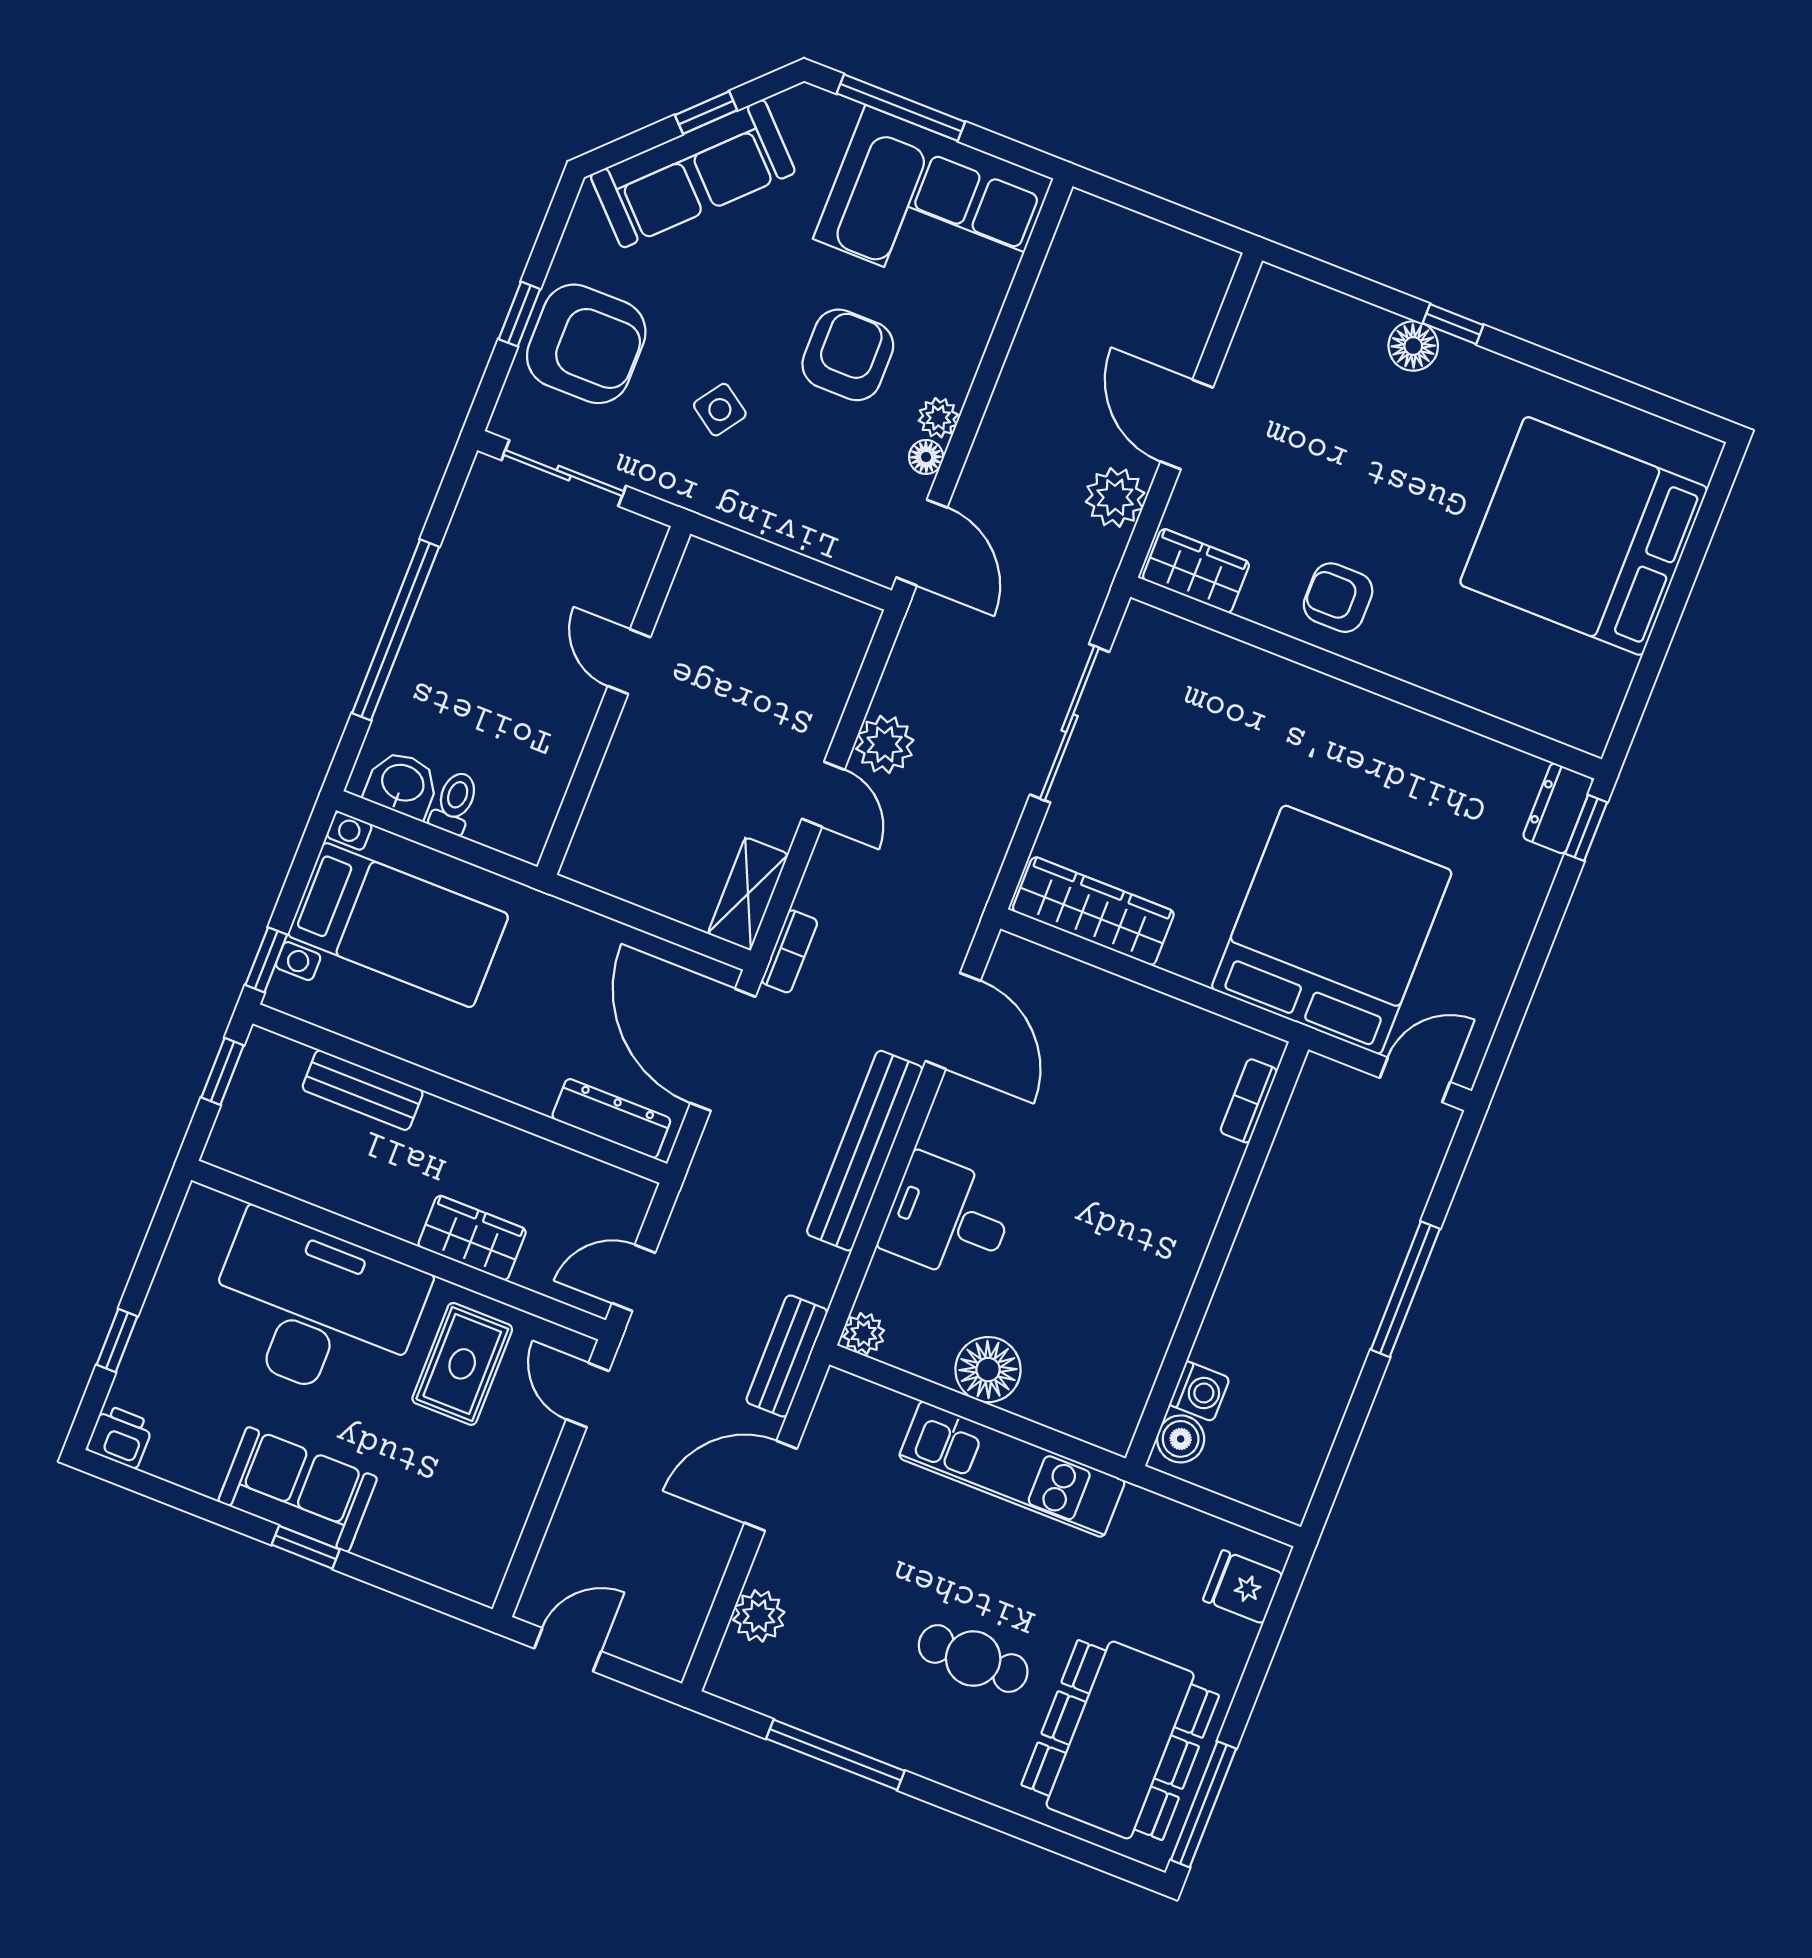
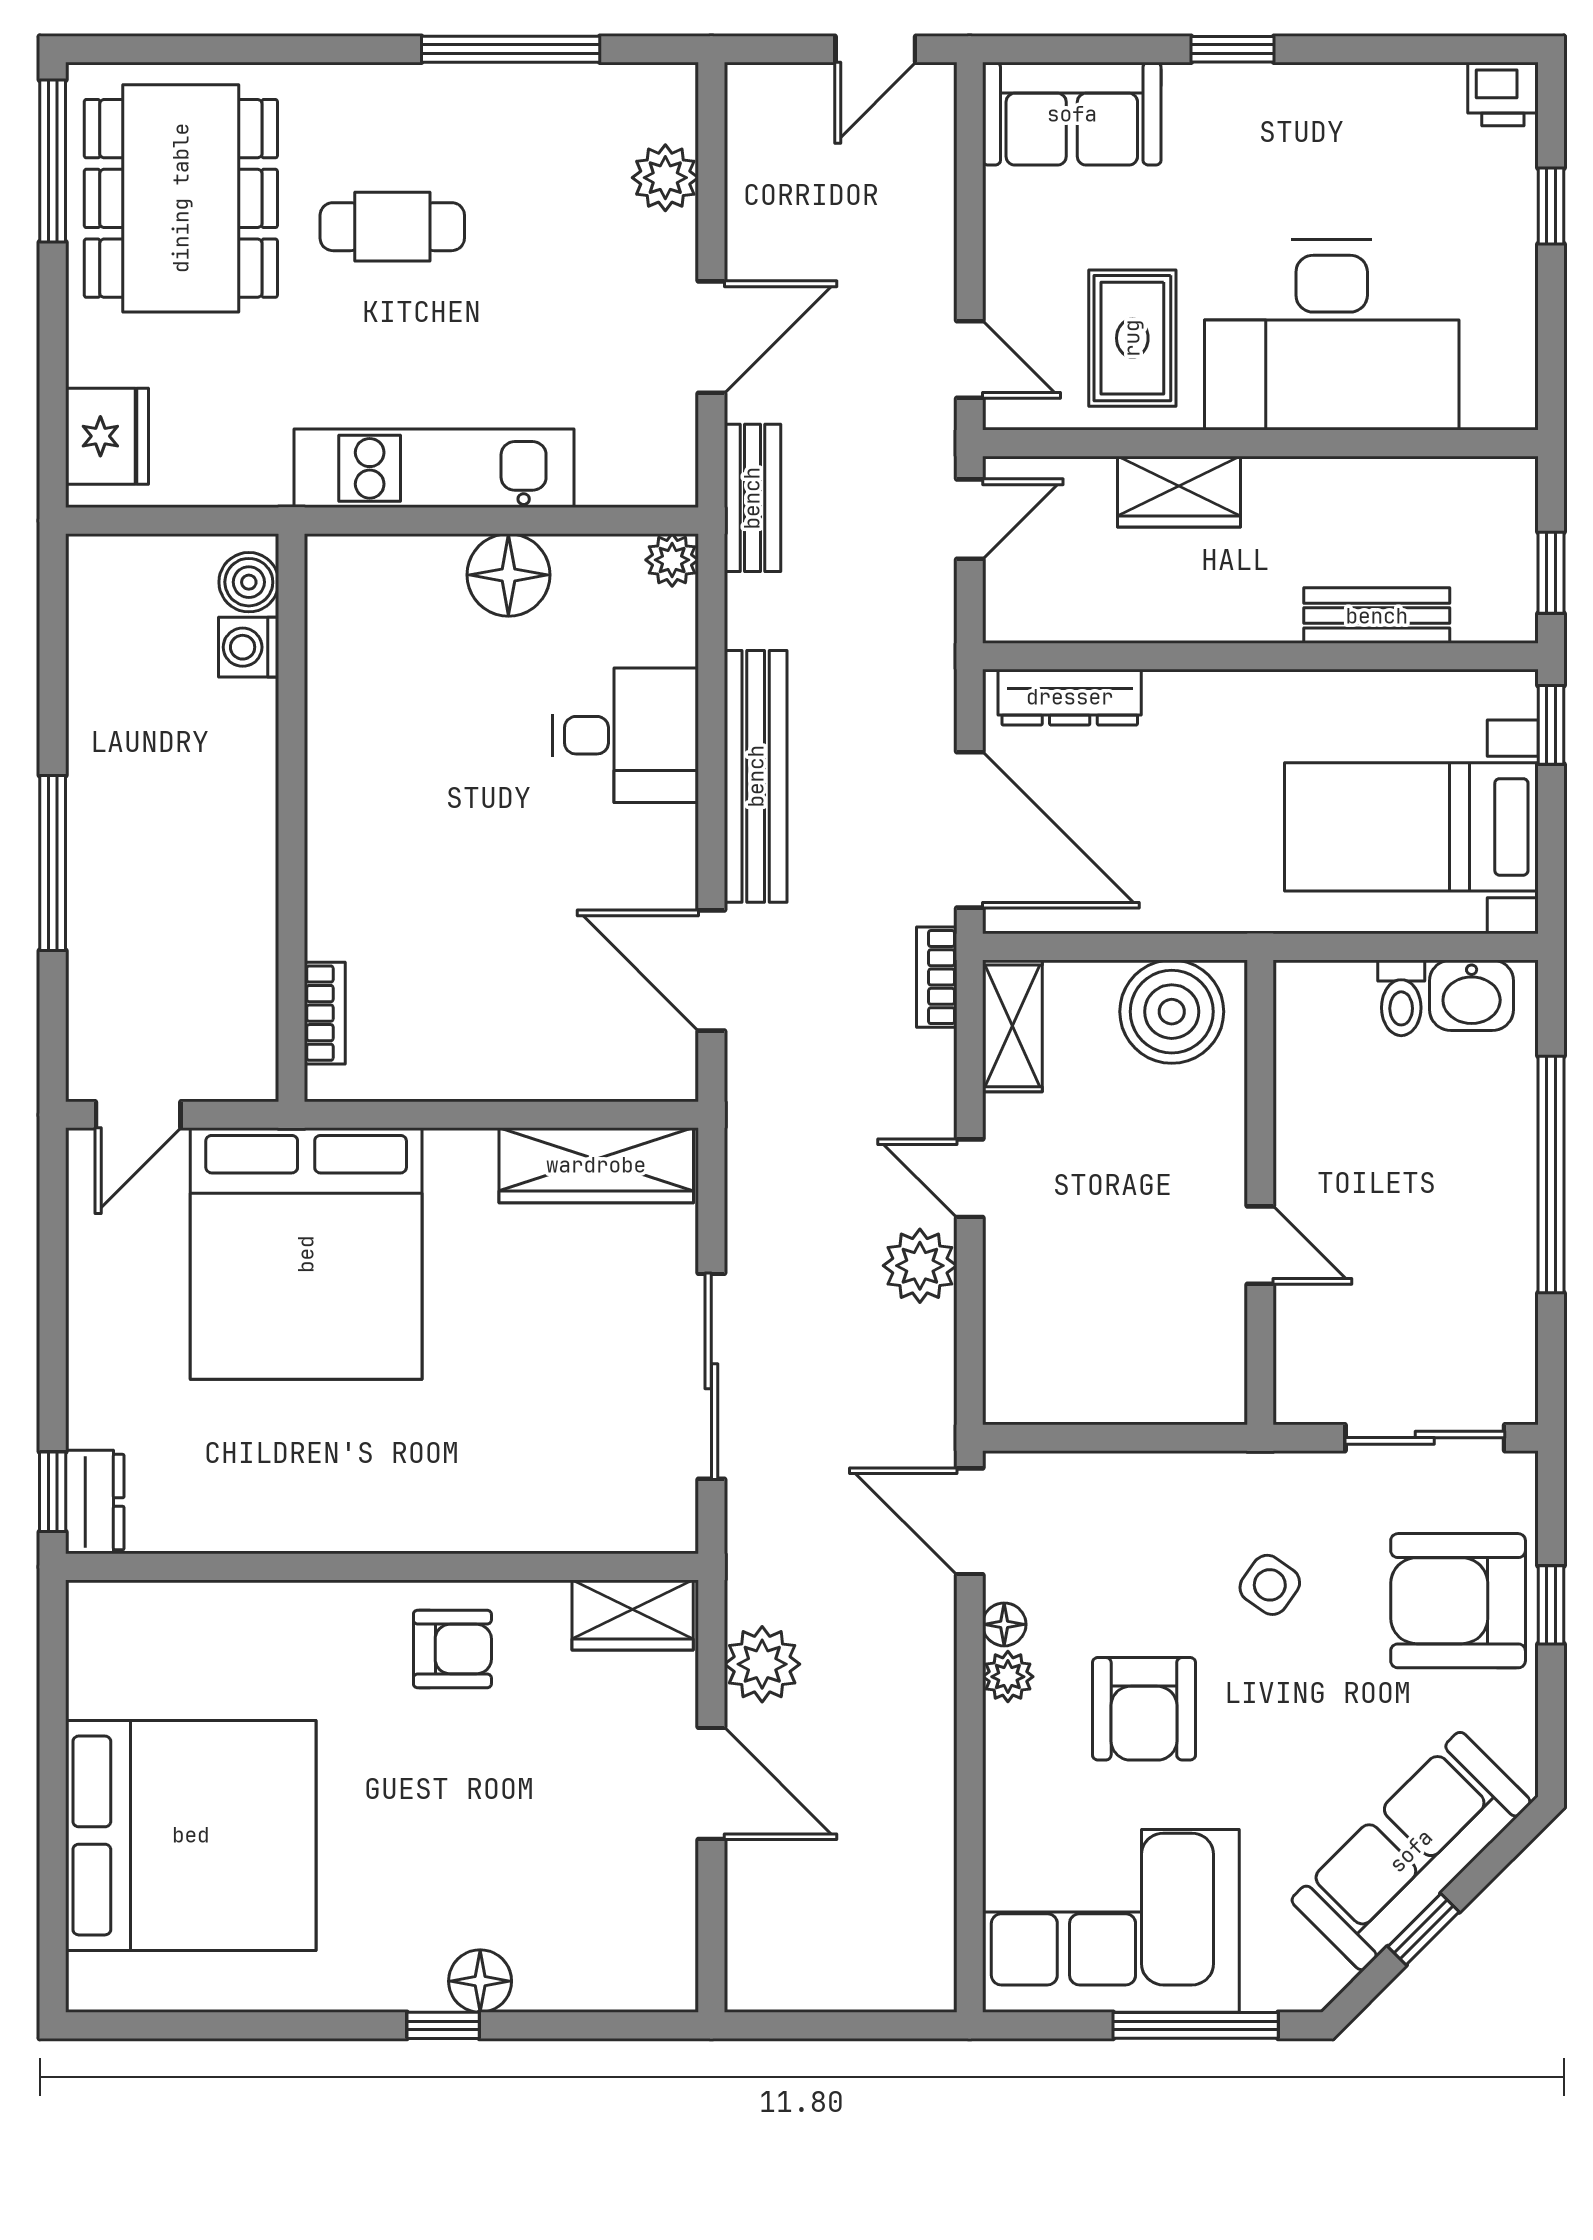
boiler: (627, 858) -> (1172, 1012), added
sofa: (298, 1489) -> (1072, 114), moved
fridge: (1243, 1587) -> (107, 436), width x1.38

